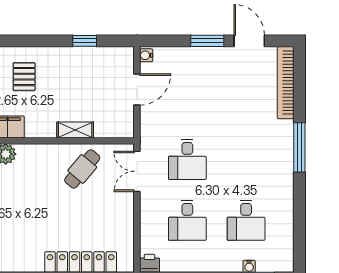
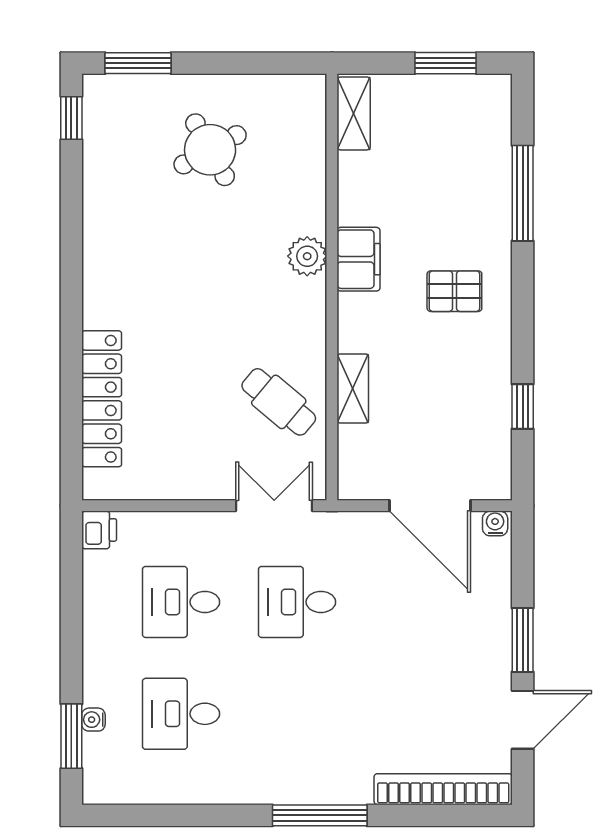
door: (137, 89) -> (430, 506), width x1.36

